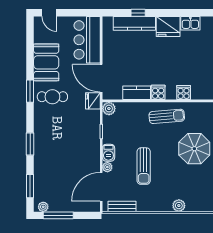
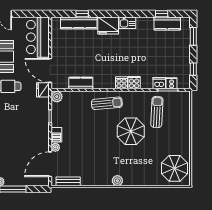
cooker: (158, 92) -> (134, 83), moved
sun lounger: (144, 166) -> (87, 146), removed

